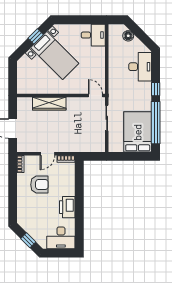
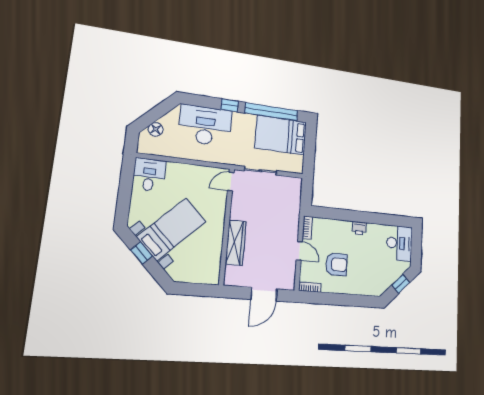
desk: (140, 67) -> (205, 125), width x1.36, depth x1.30
armchair: (39, 185) -> (336, 264), turned 90
printer: (67, 207) -> (359, 228), width x0.53, depth x0.68

